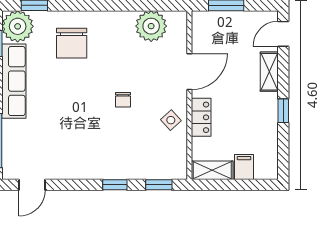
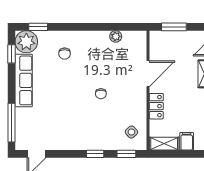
plant: (151, 26) -> (116, 36), width x0.53, depth x0.53
chair: (72, 43) -> (65, 54), width x0.54, depth x0.54
side table: (171, 120) -> (131, 132), moved

